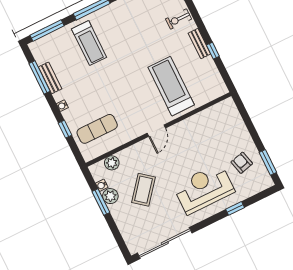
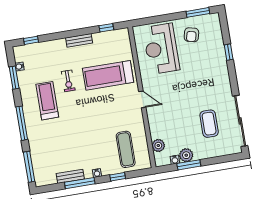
exercise bike: (178, 19) -> (68, 81), moved
treadmill: (89, 43) -> (47, 101), moved, turned -90
window: (213, 51) -> (106, 28), moved
window: (40, 77) -> (80, 183), moved
armchair: (242, 163) -> (191, 35), turned -61
reception desk: (204, 189) -> (161, 49), moved
coffee table: (143, 190) -> (209, 124), moved, turned 51

